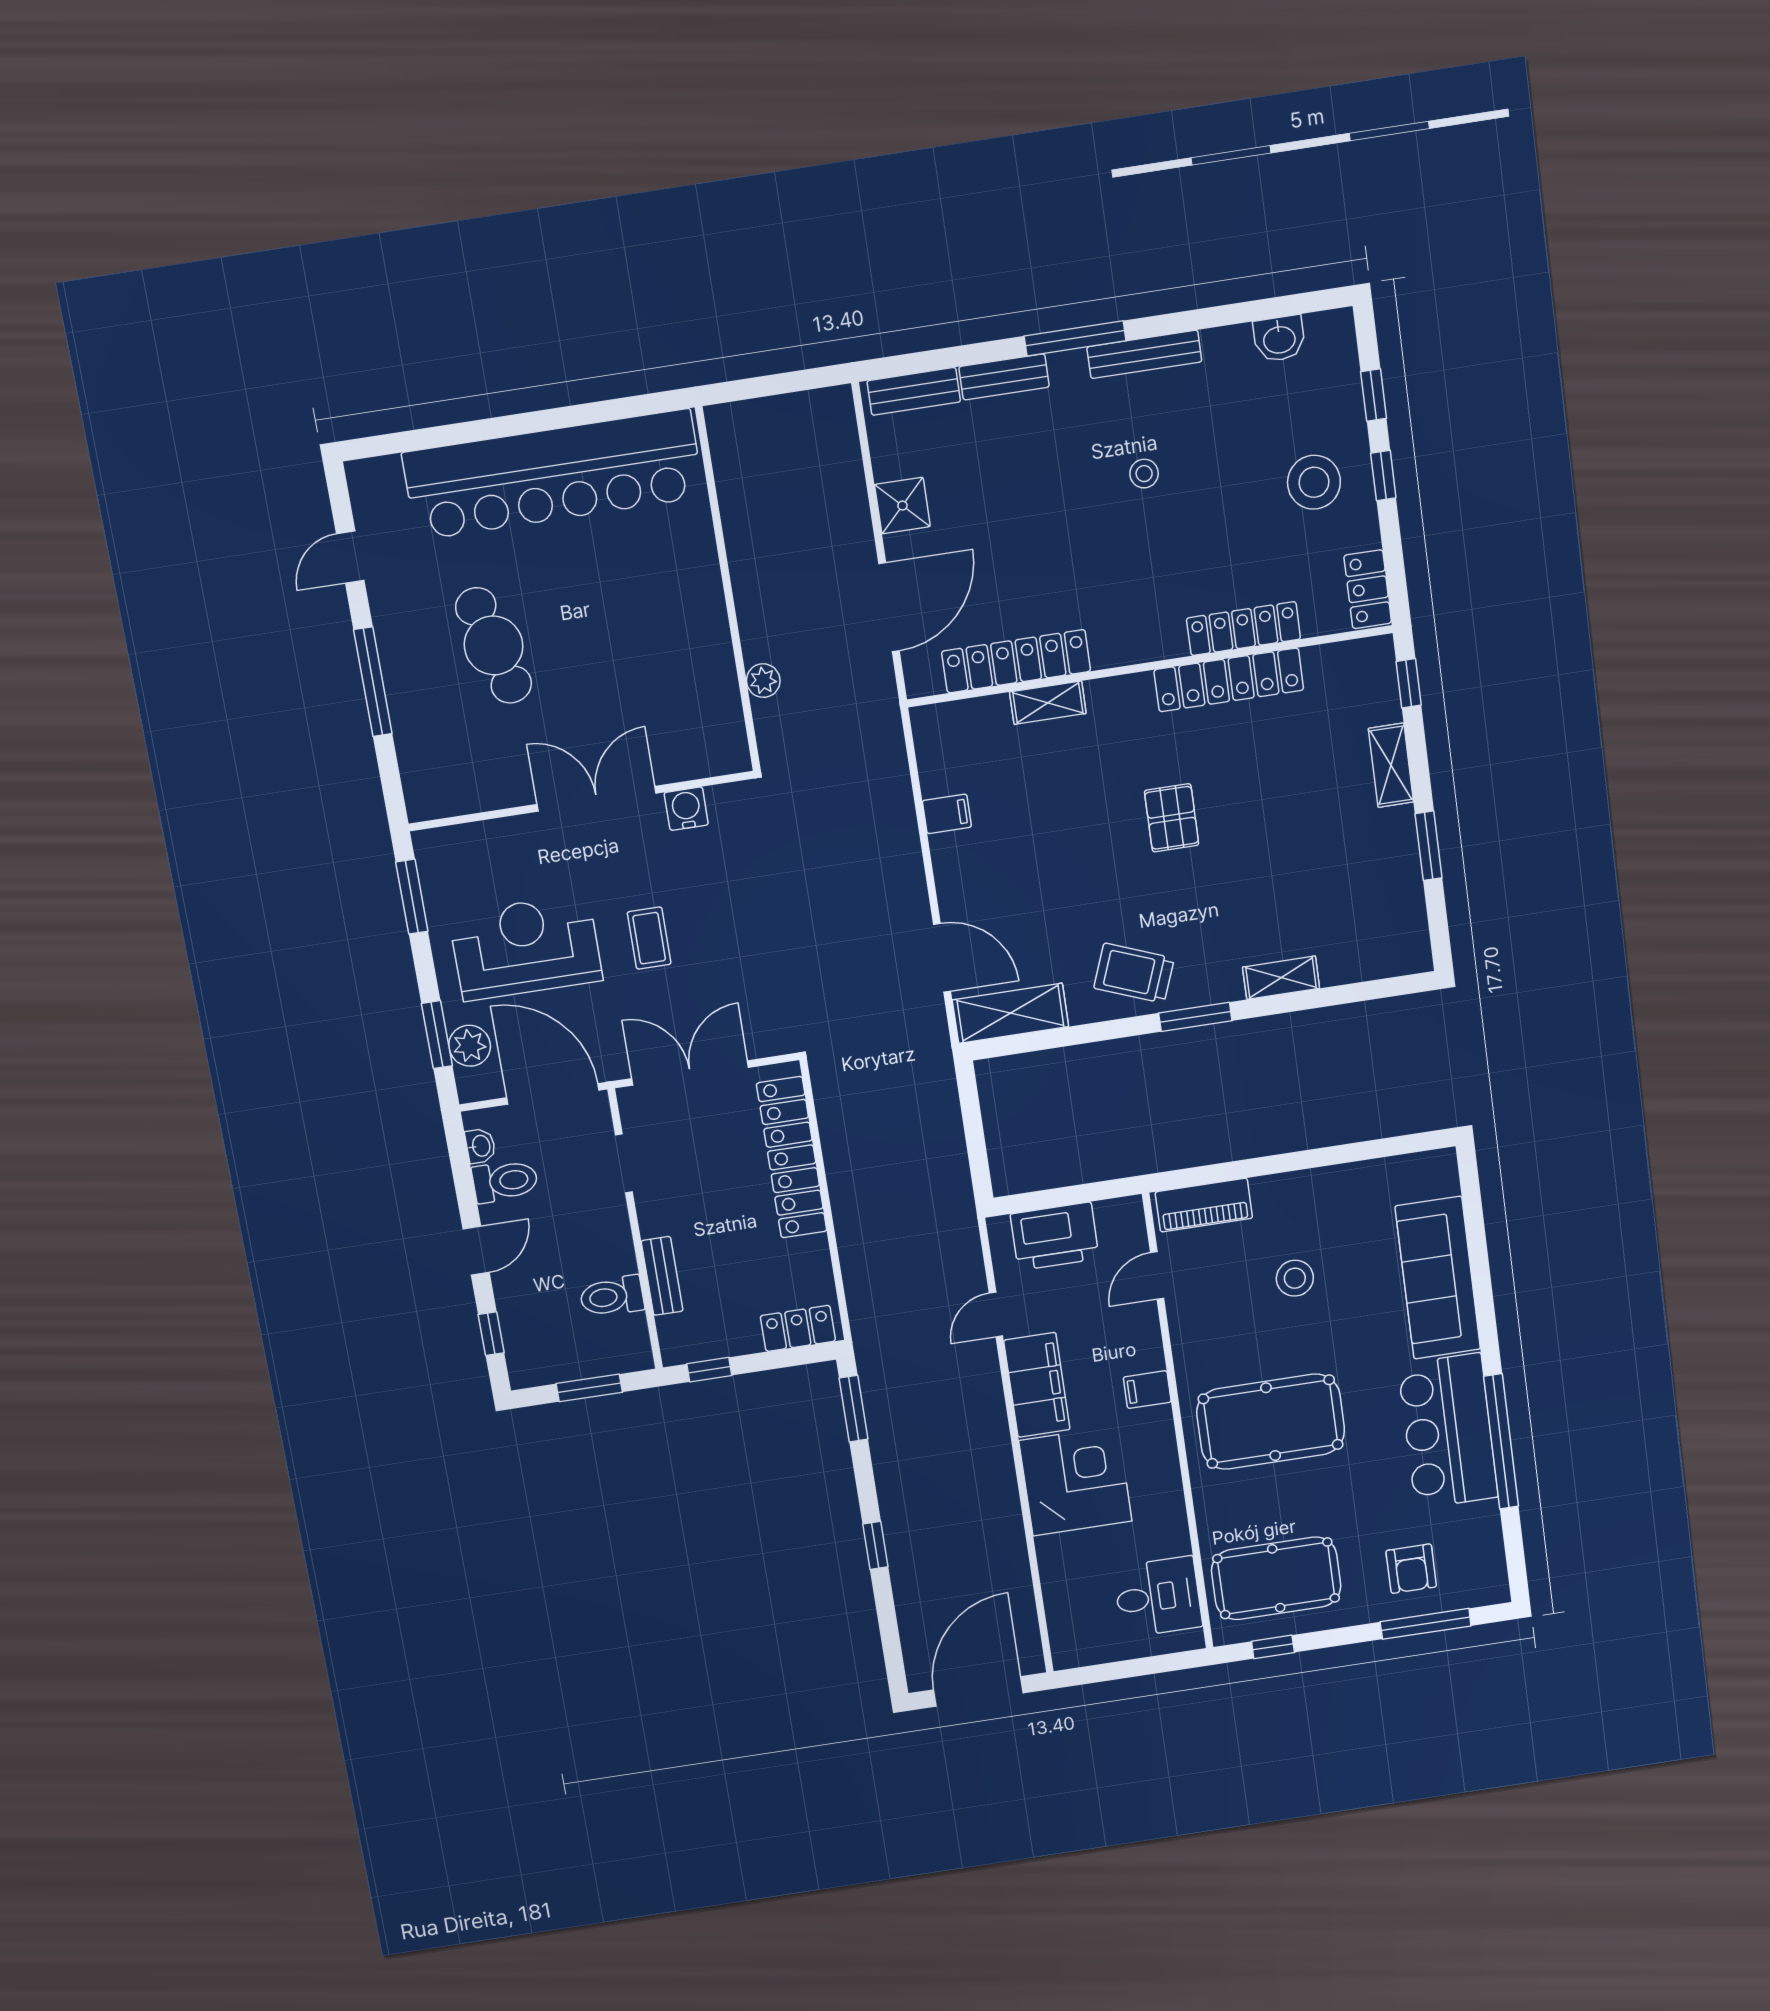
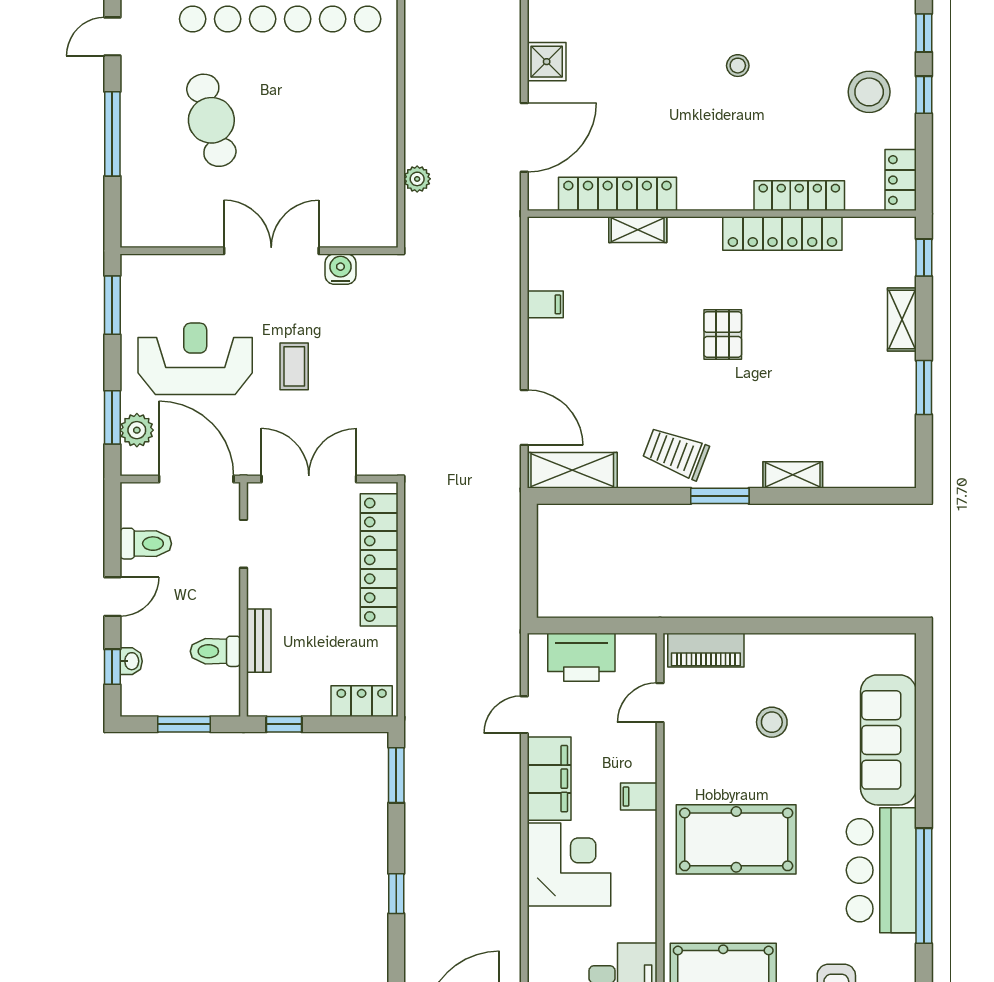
washbasin: (480, 1146) -> (131, 661), moved

